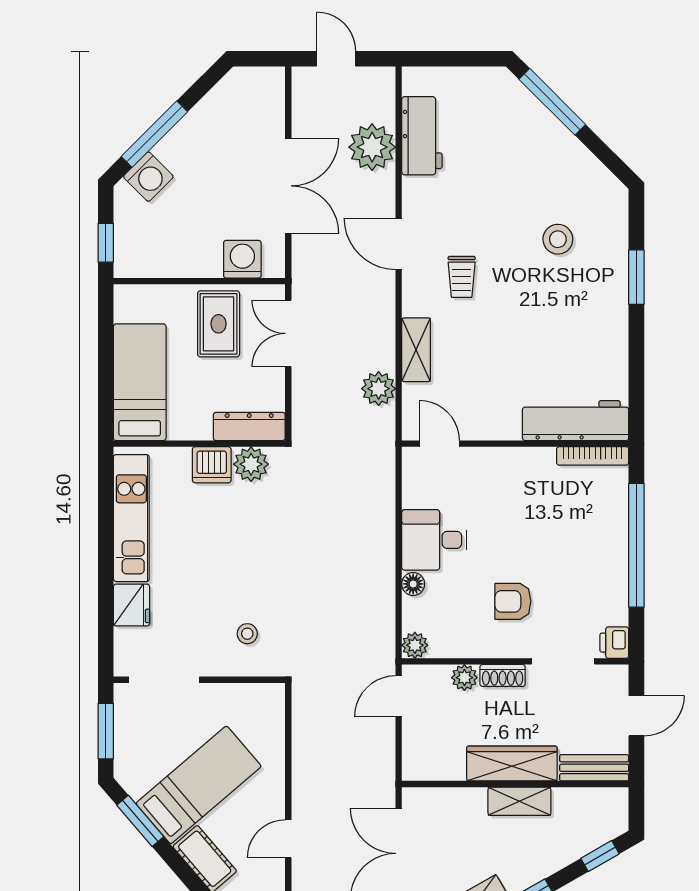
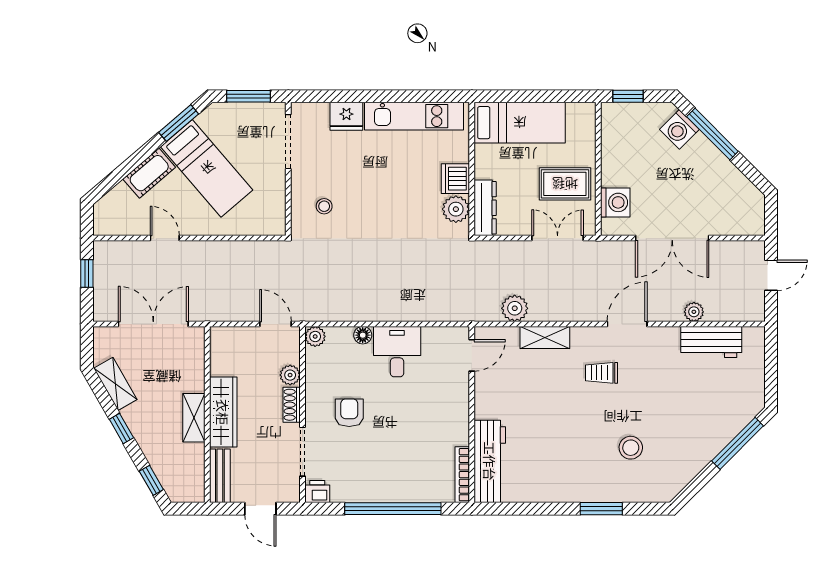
plant: (372, 147) -> (694, 312), width x0.53, depth x0.53

